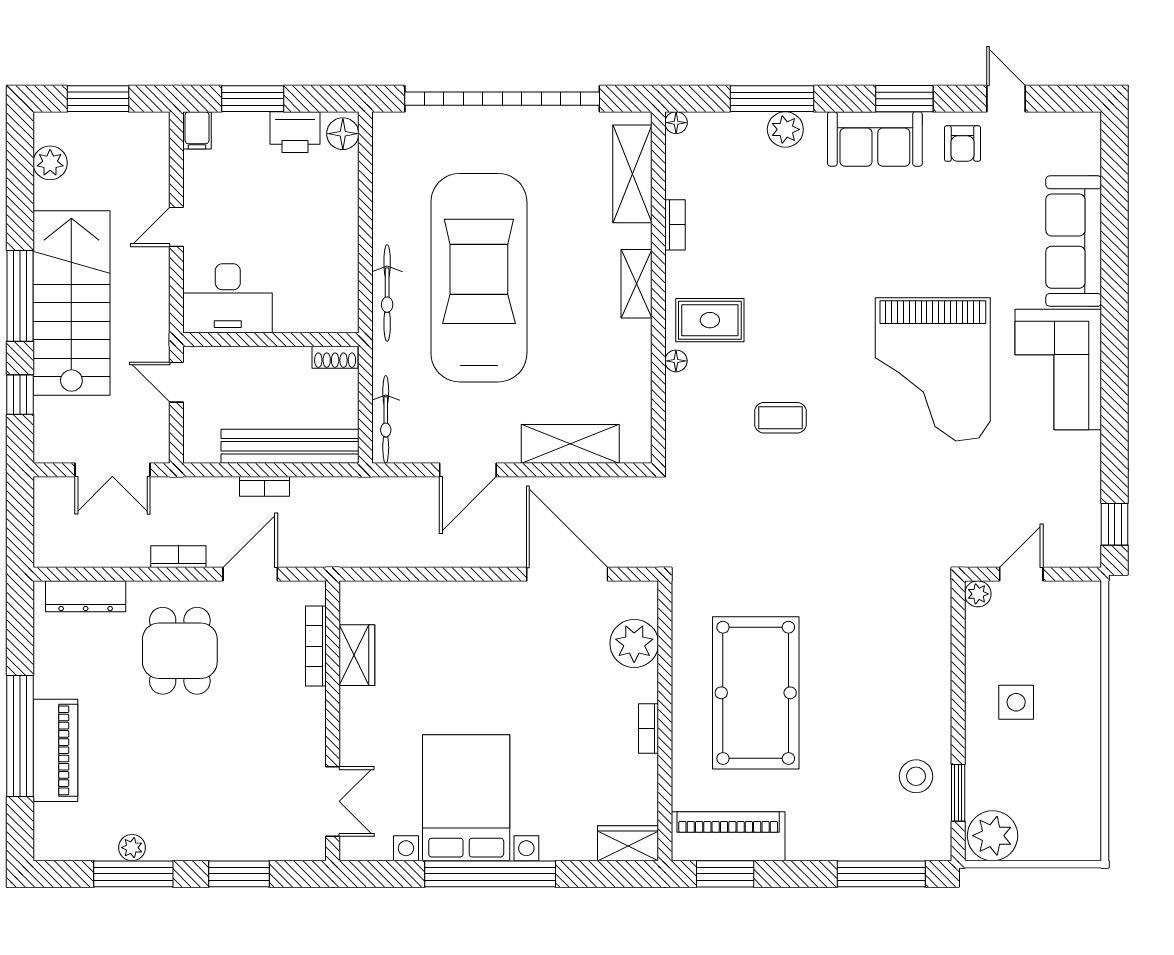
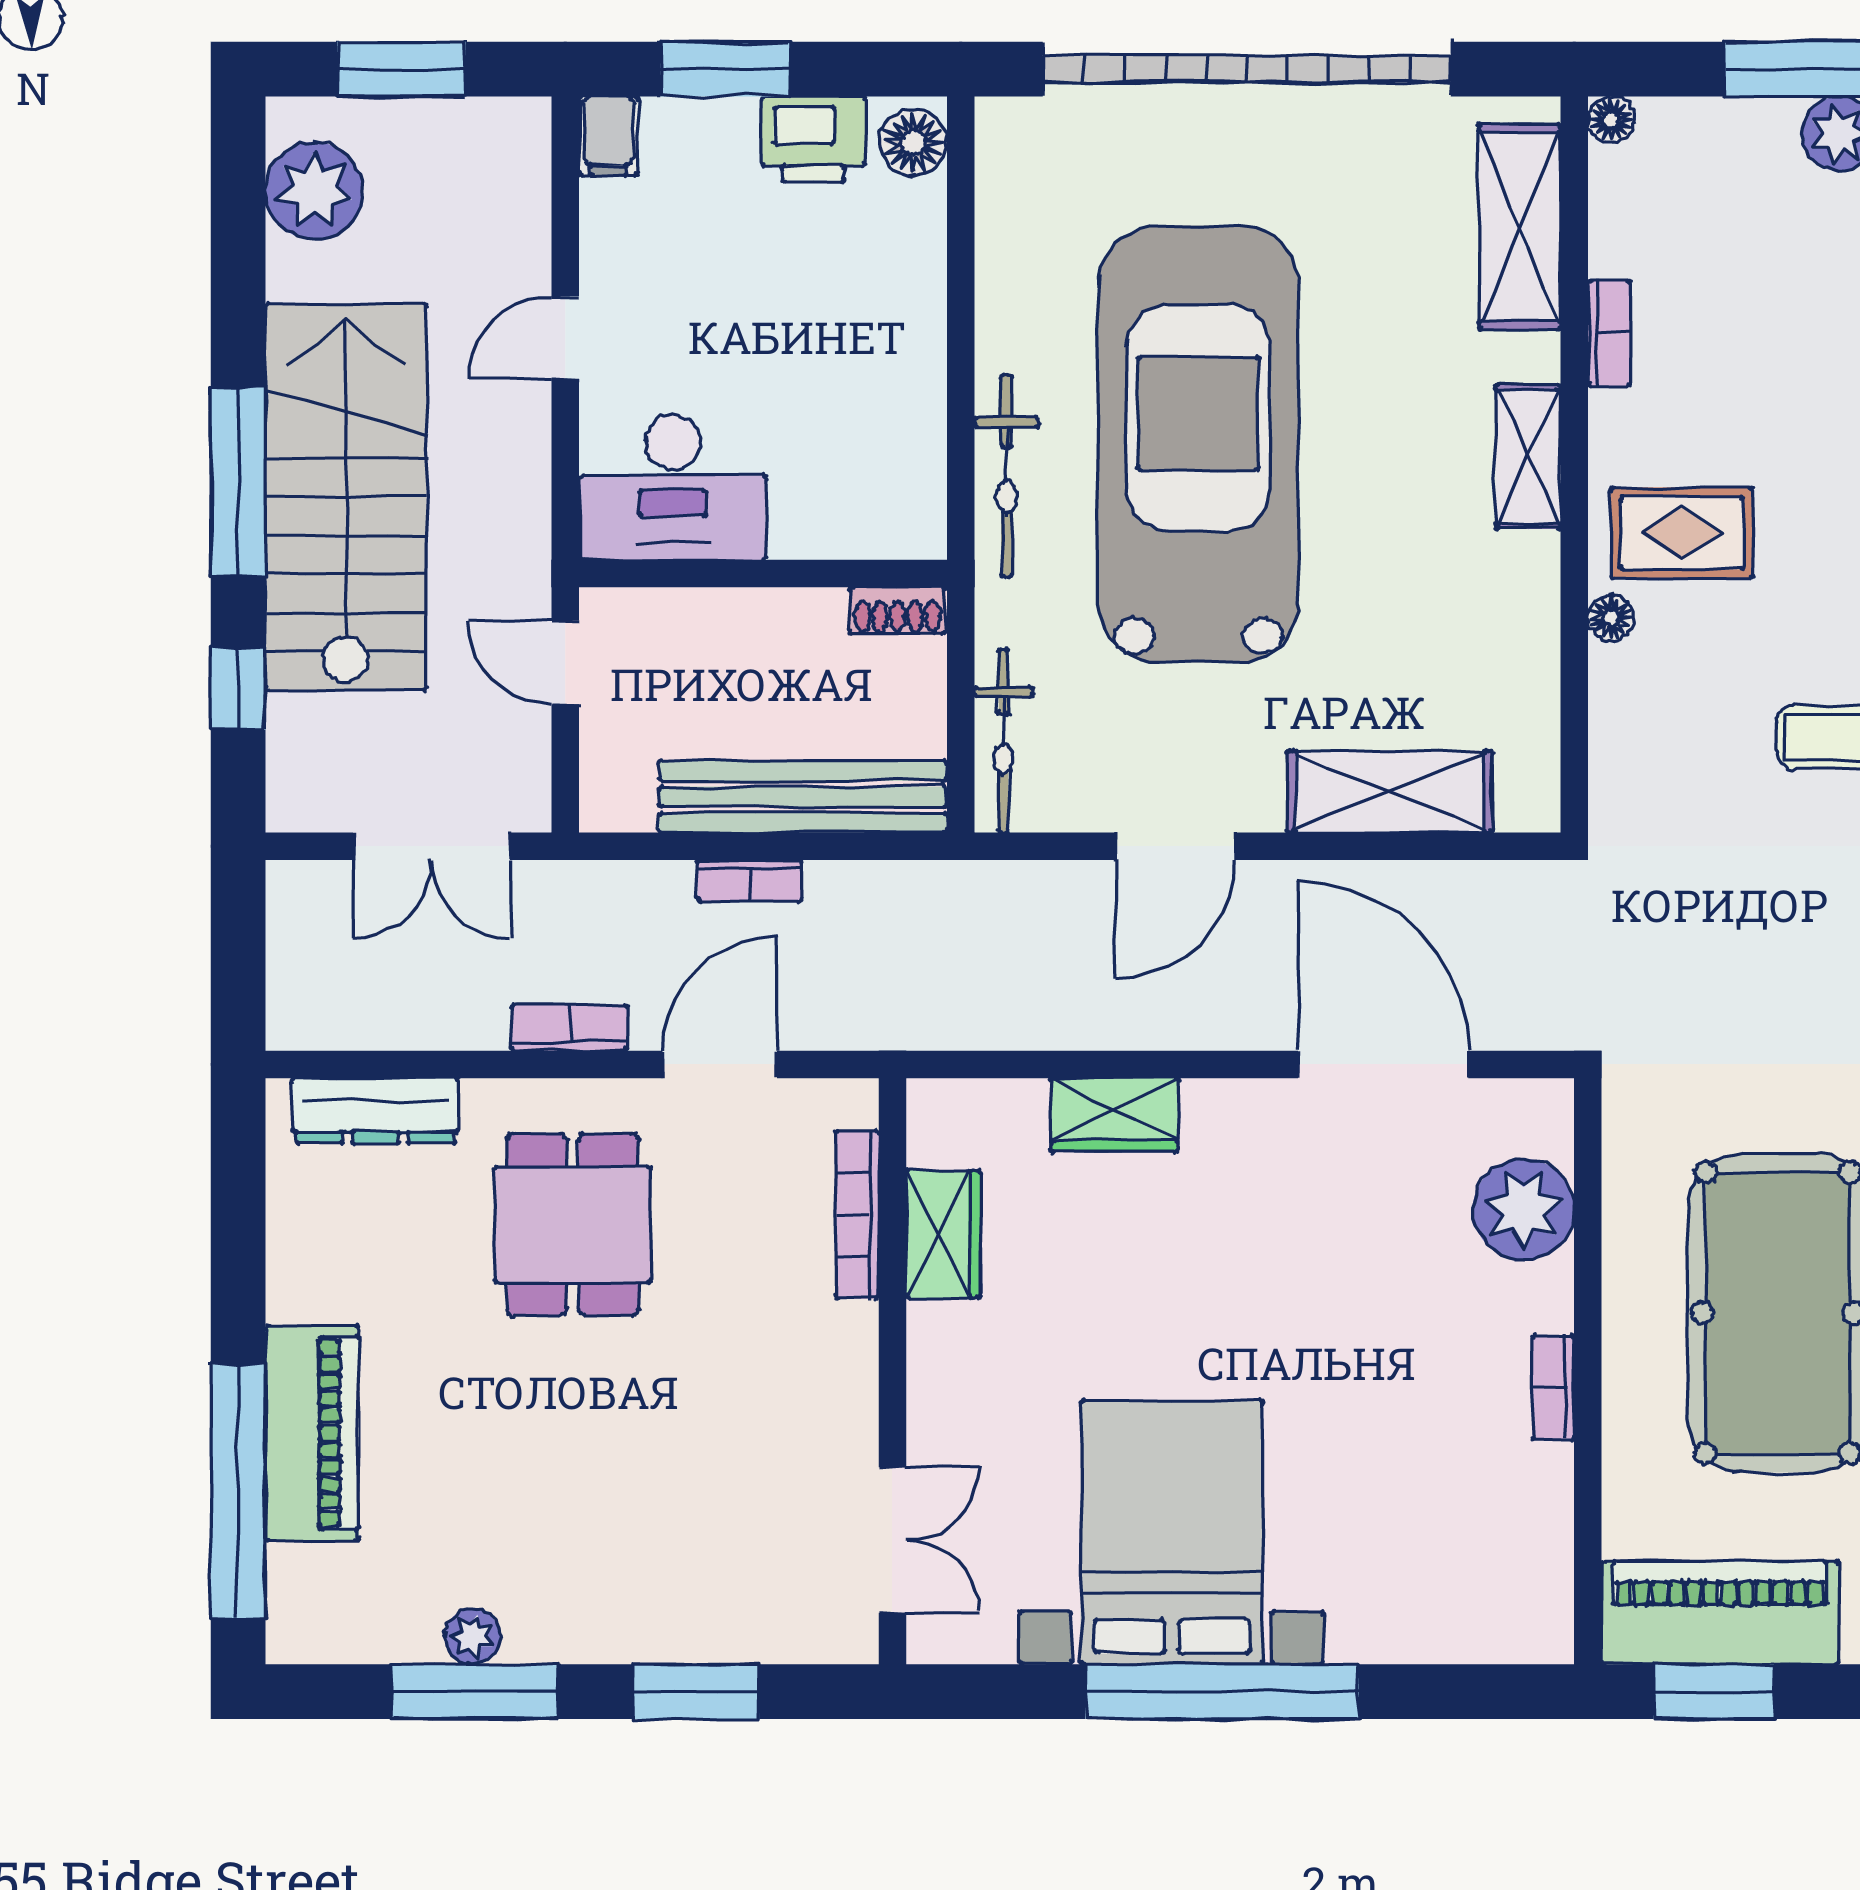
plant: (50, 163) -> (314, 191), width x1.36, depth x1.36
window: (20, 736) -> (238, 1491), moved
wardrobe: (628, 843) -> (1115, 1115), moved, turned 180

